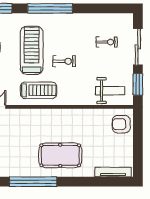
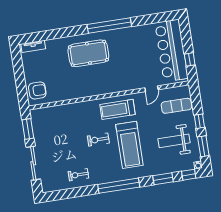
exercise bike: (107, 42) -> (78, 175), moved
weight bench: (110, 91) -> (52, 119), removed
tv unit: (113, 172) -> (33, 46), width x0.71

